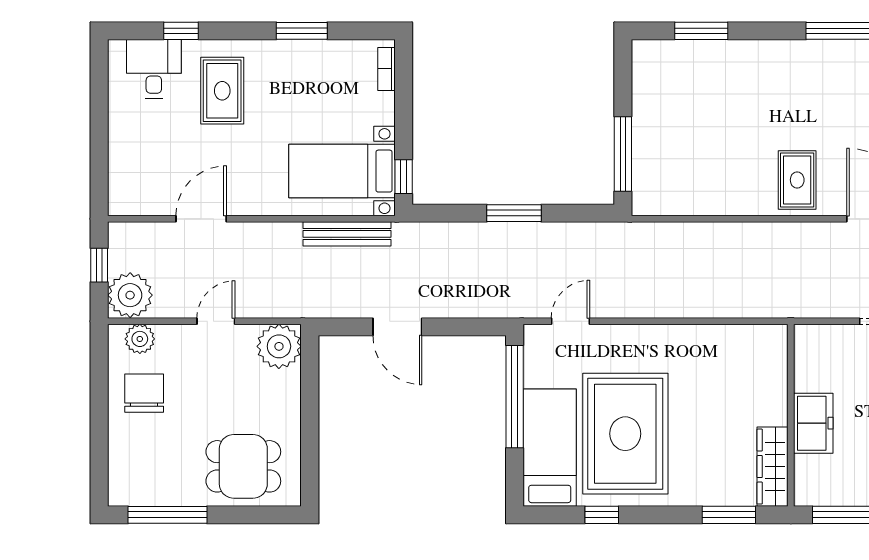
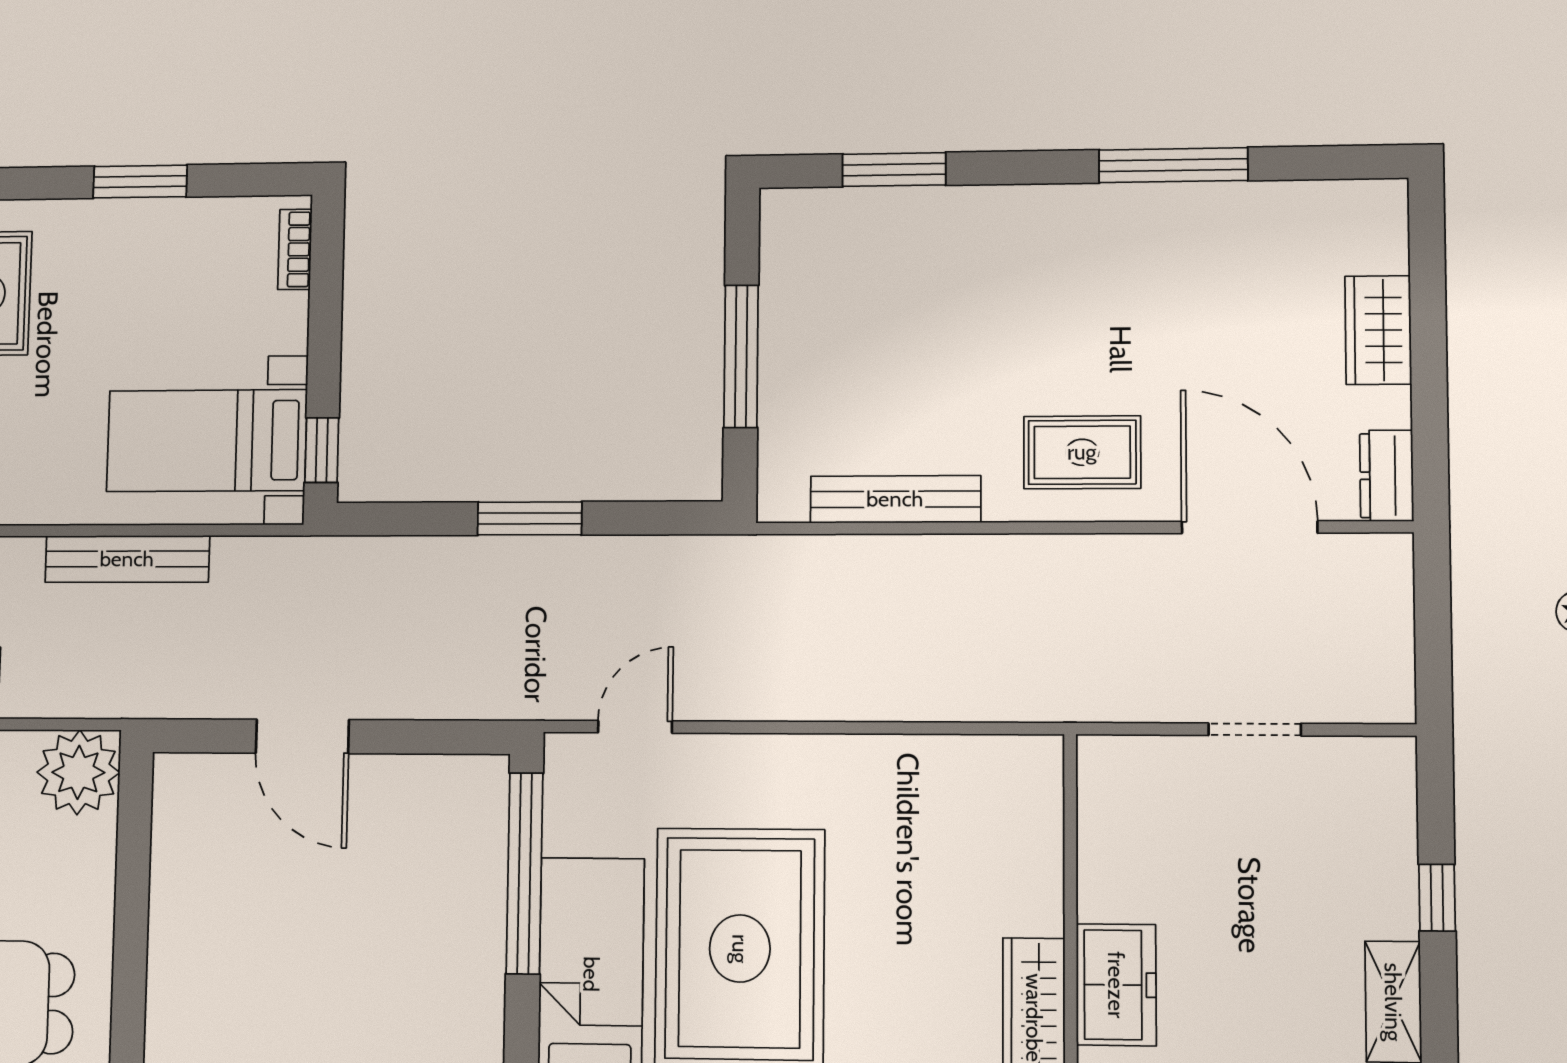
window: (623, 154) -> (741, 356), moved
rug: (797, 180) -> (1082, 452), turned 90
bench: (703, 204) -> (895, 499), added
bench: (347, 234) -> (127, 559), moved
freezer: (813, 423) -> (1116, 985), moved

